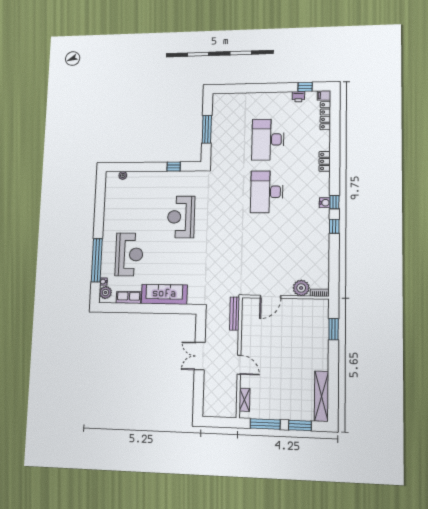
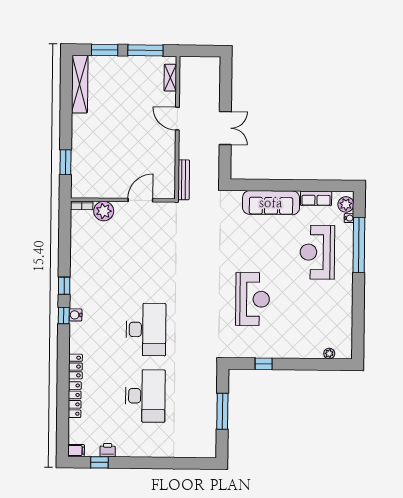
locker: (325, 116) -> (75, 400), moved

